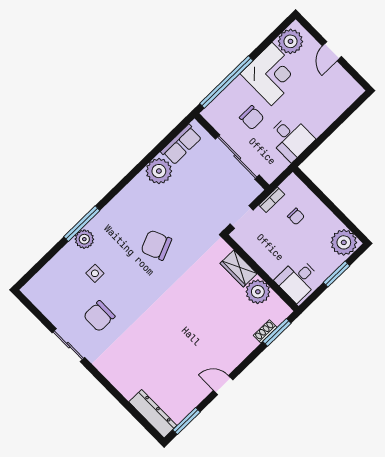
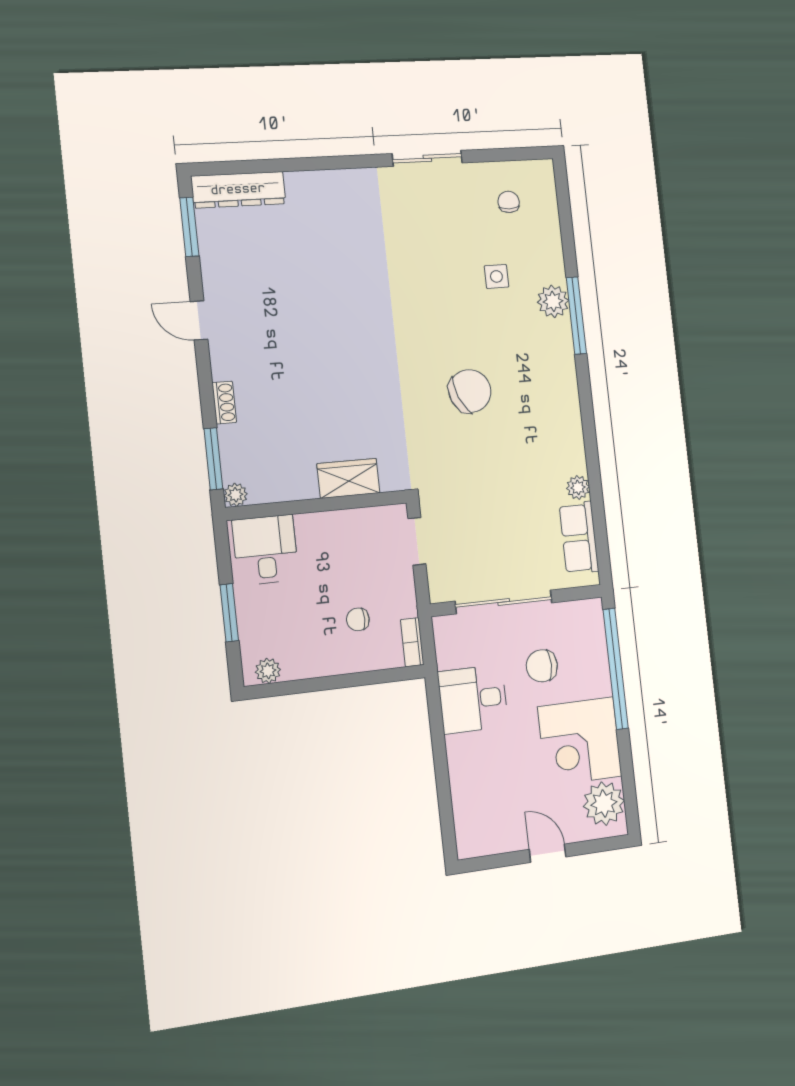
plant: (159, 171) -> (578, 487), width x0.53, depth x0.53
bookcase: (272, 200) -> (412, 642), moved
plant: (344, 242) -> (268, 671), width x0.53, depth x0.53
plant: (258, 292) -> (236, 495), moved, width x0.53, depth x0.53
chair: (99, 316) -> (509, 202), moved, width x0.54, depth x0.54
shoe rack: (265, 331) -> (224, 403), moved
door: (223, 385) -> (199, 320), swing flipped

